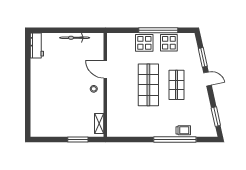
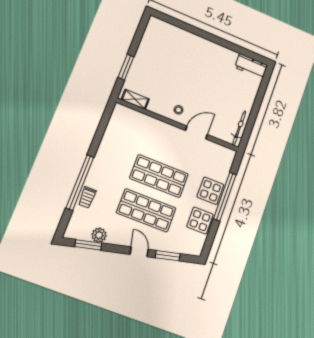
window: (158, 30) -> (225, 197), moved
bicycle: (75, 38) -> (239, 128), moved
door: (207, 79) -> (139, 252), swing flipped
shop shelf: (176, 85) -> (146, 210), width x1.43, depth x1.36
plant: (206, 112) -> (99, 235), added

